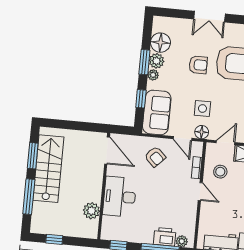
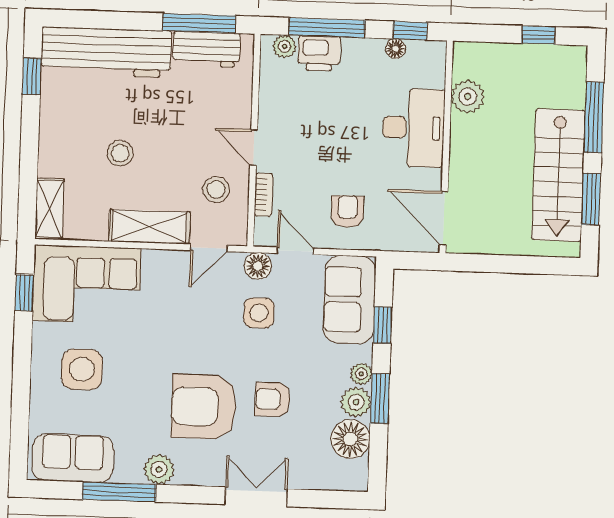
armchair: (155, 157) -> (348, 211), turned 46
floor lamp: (126, 237) -> (396, 49), added

